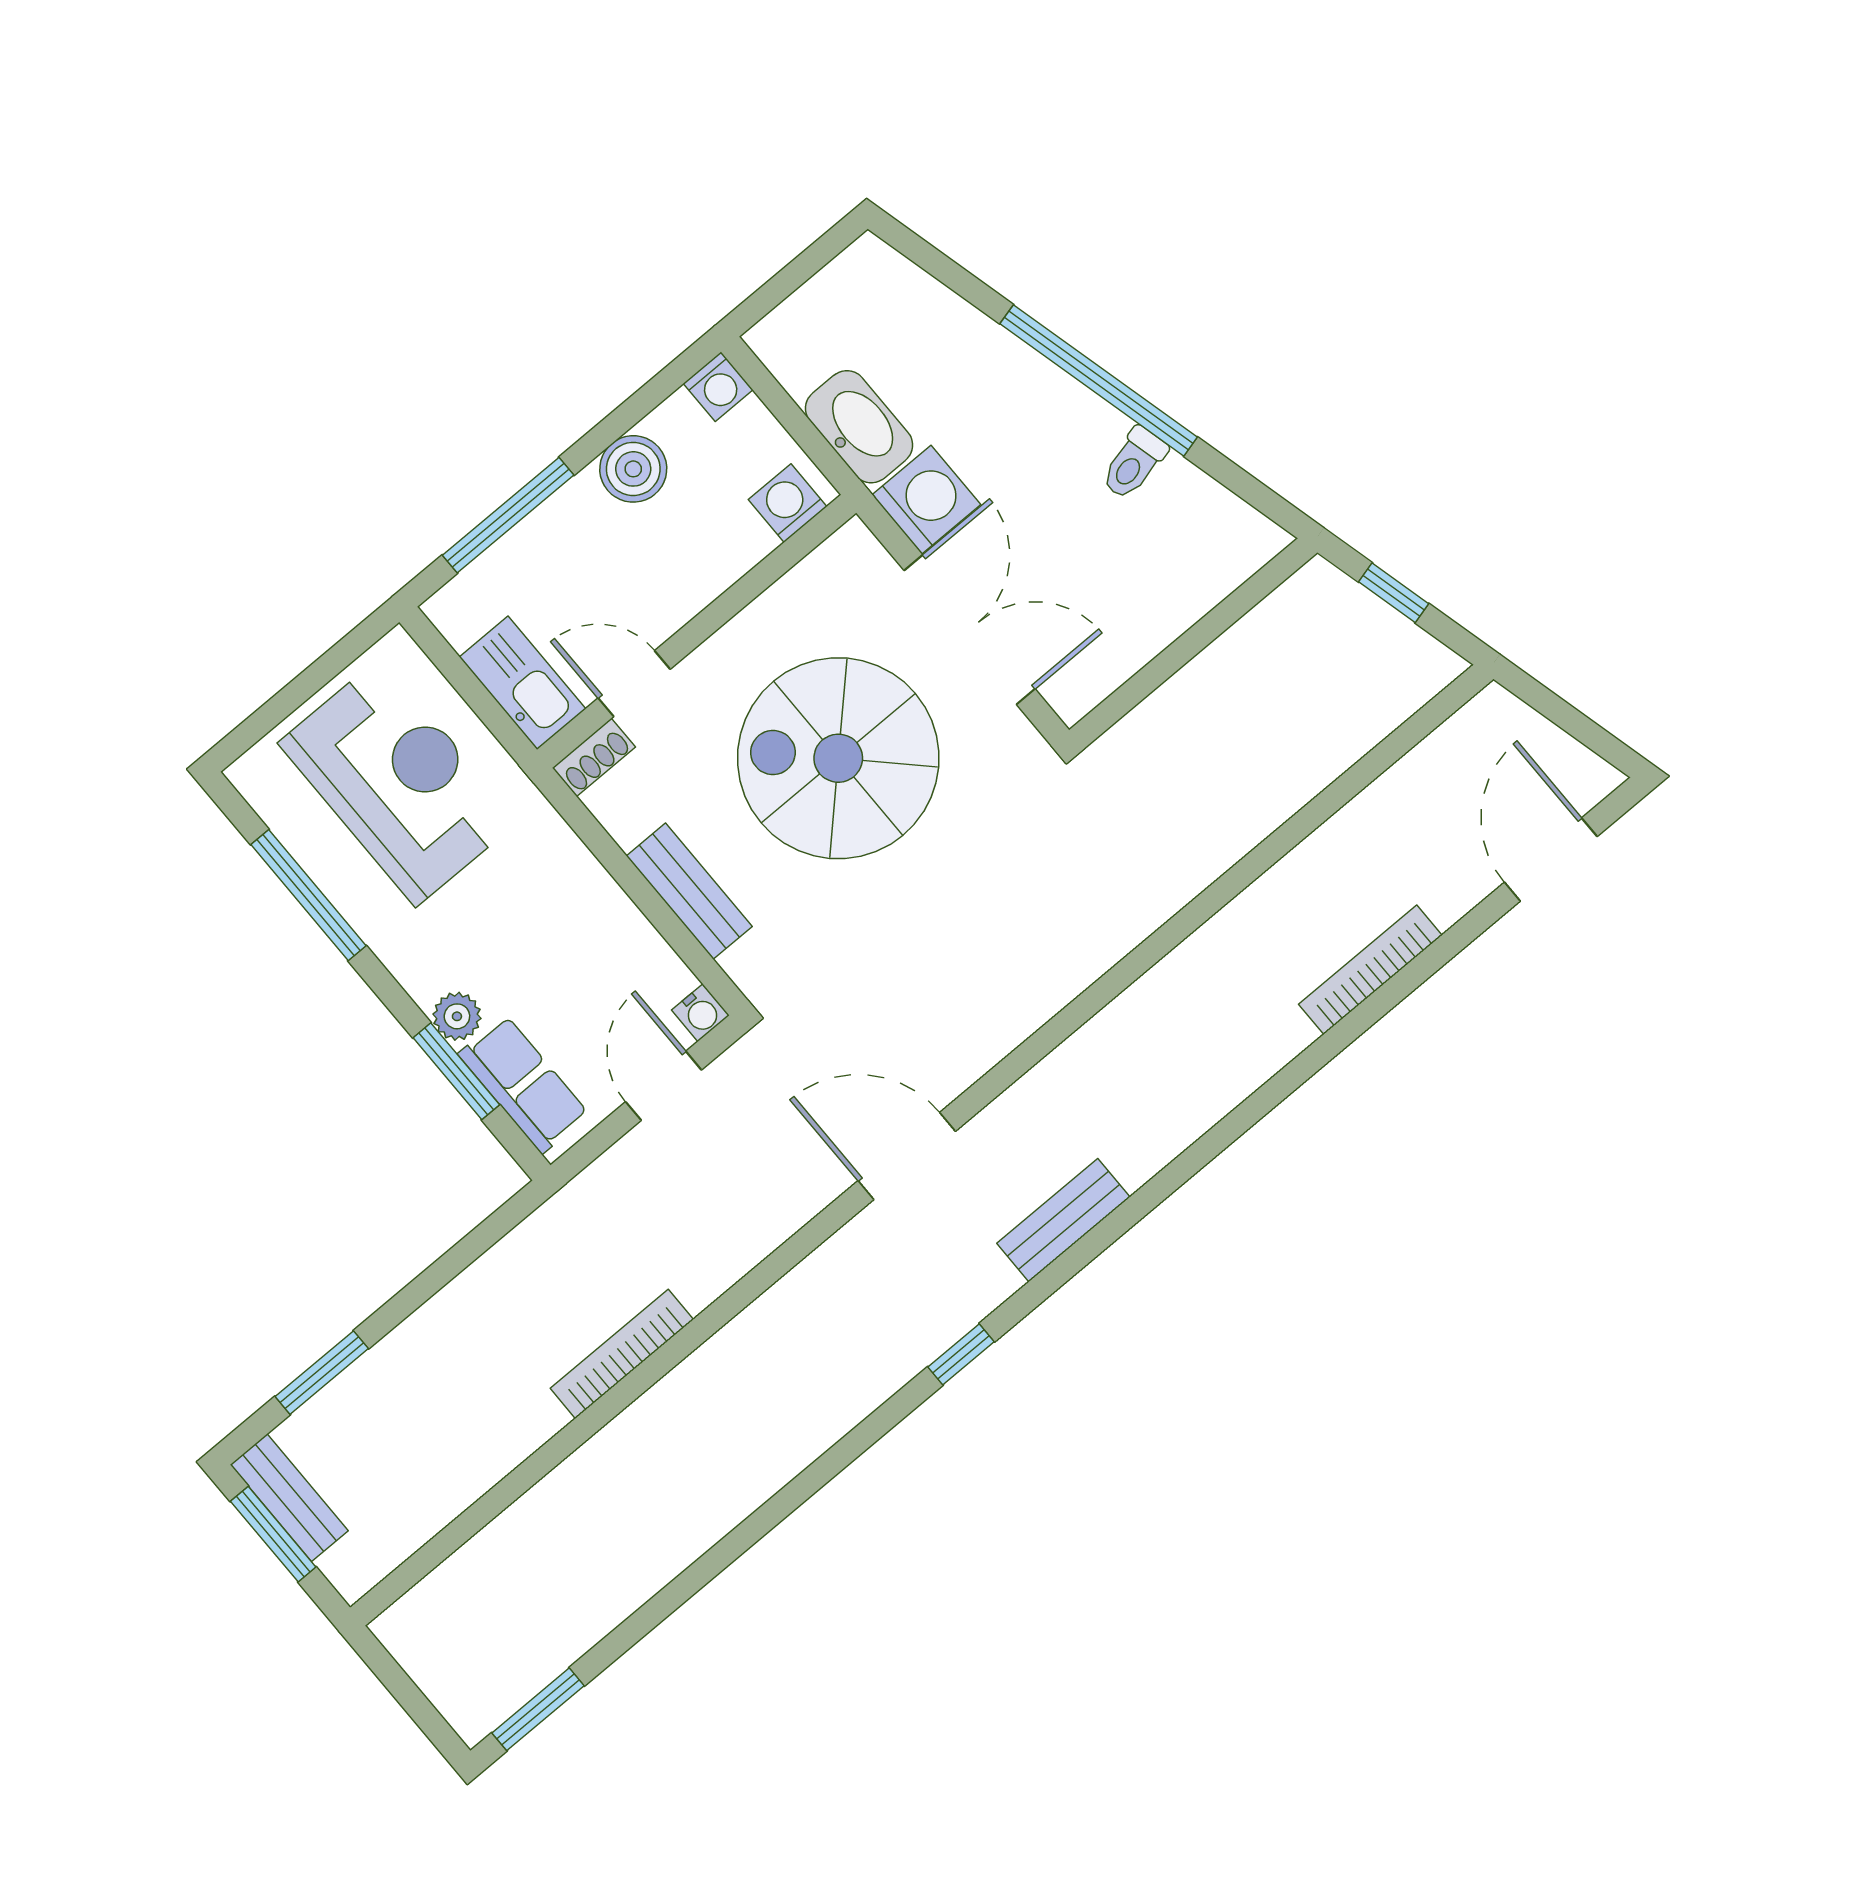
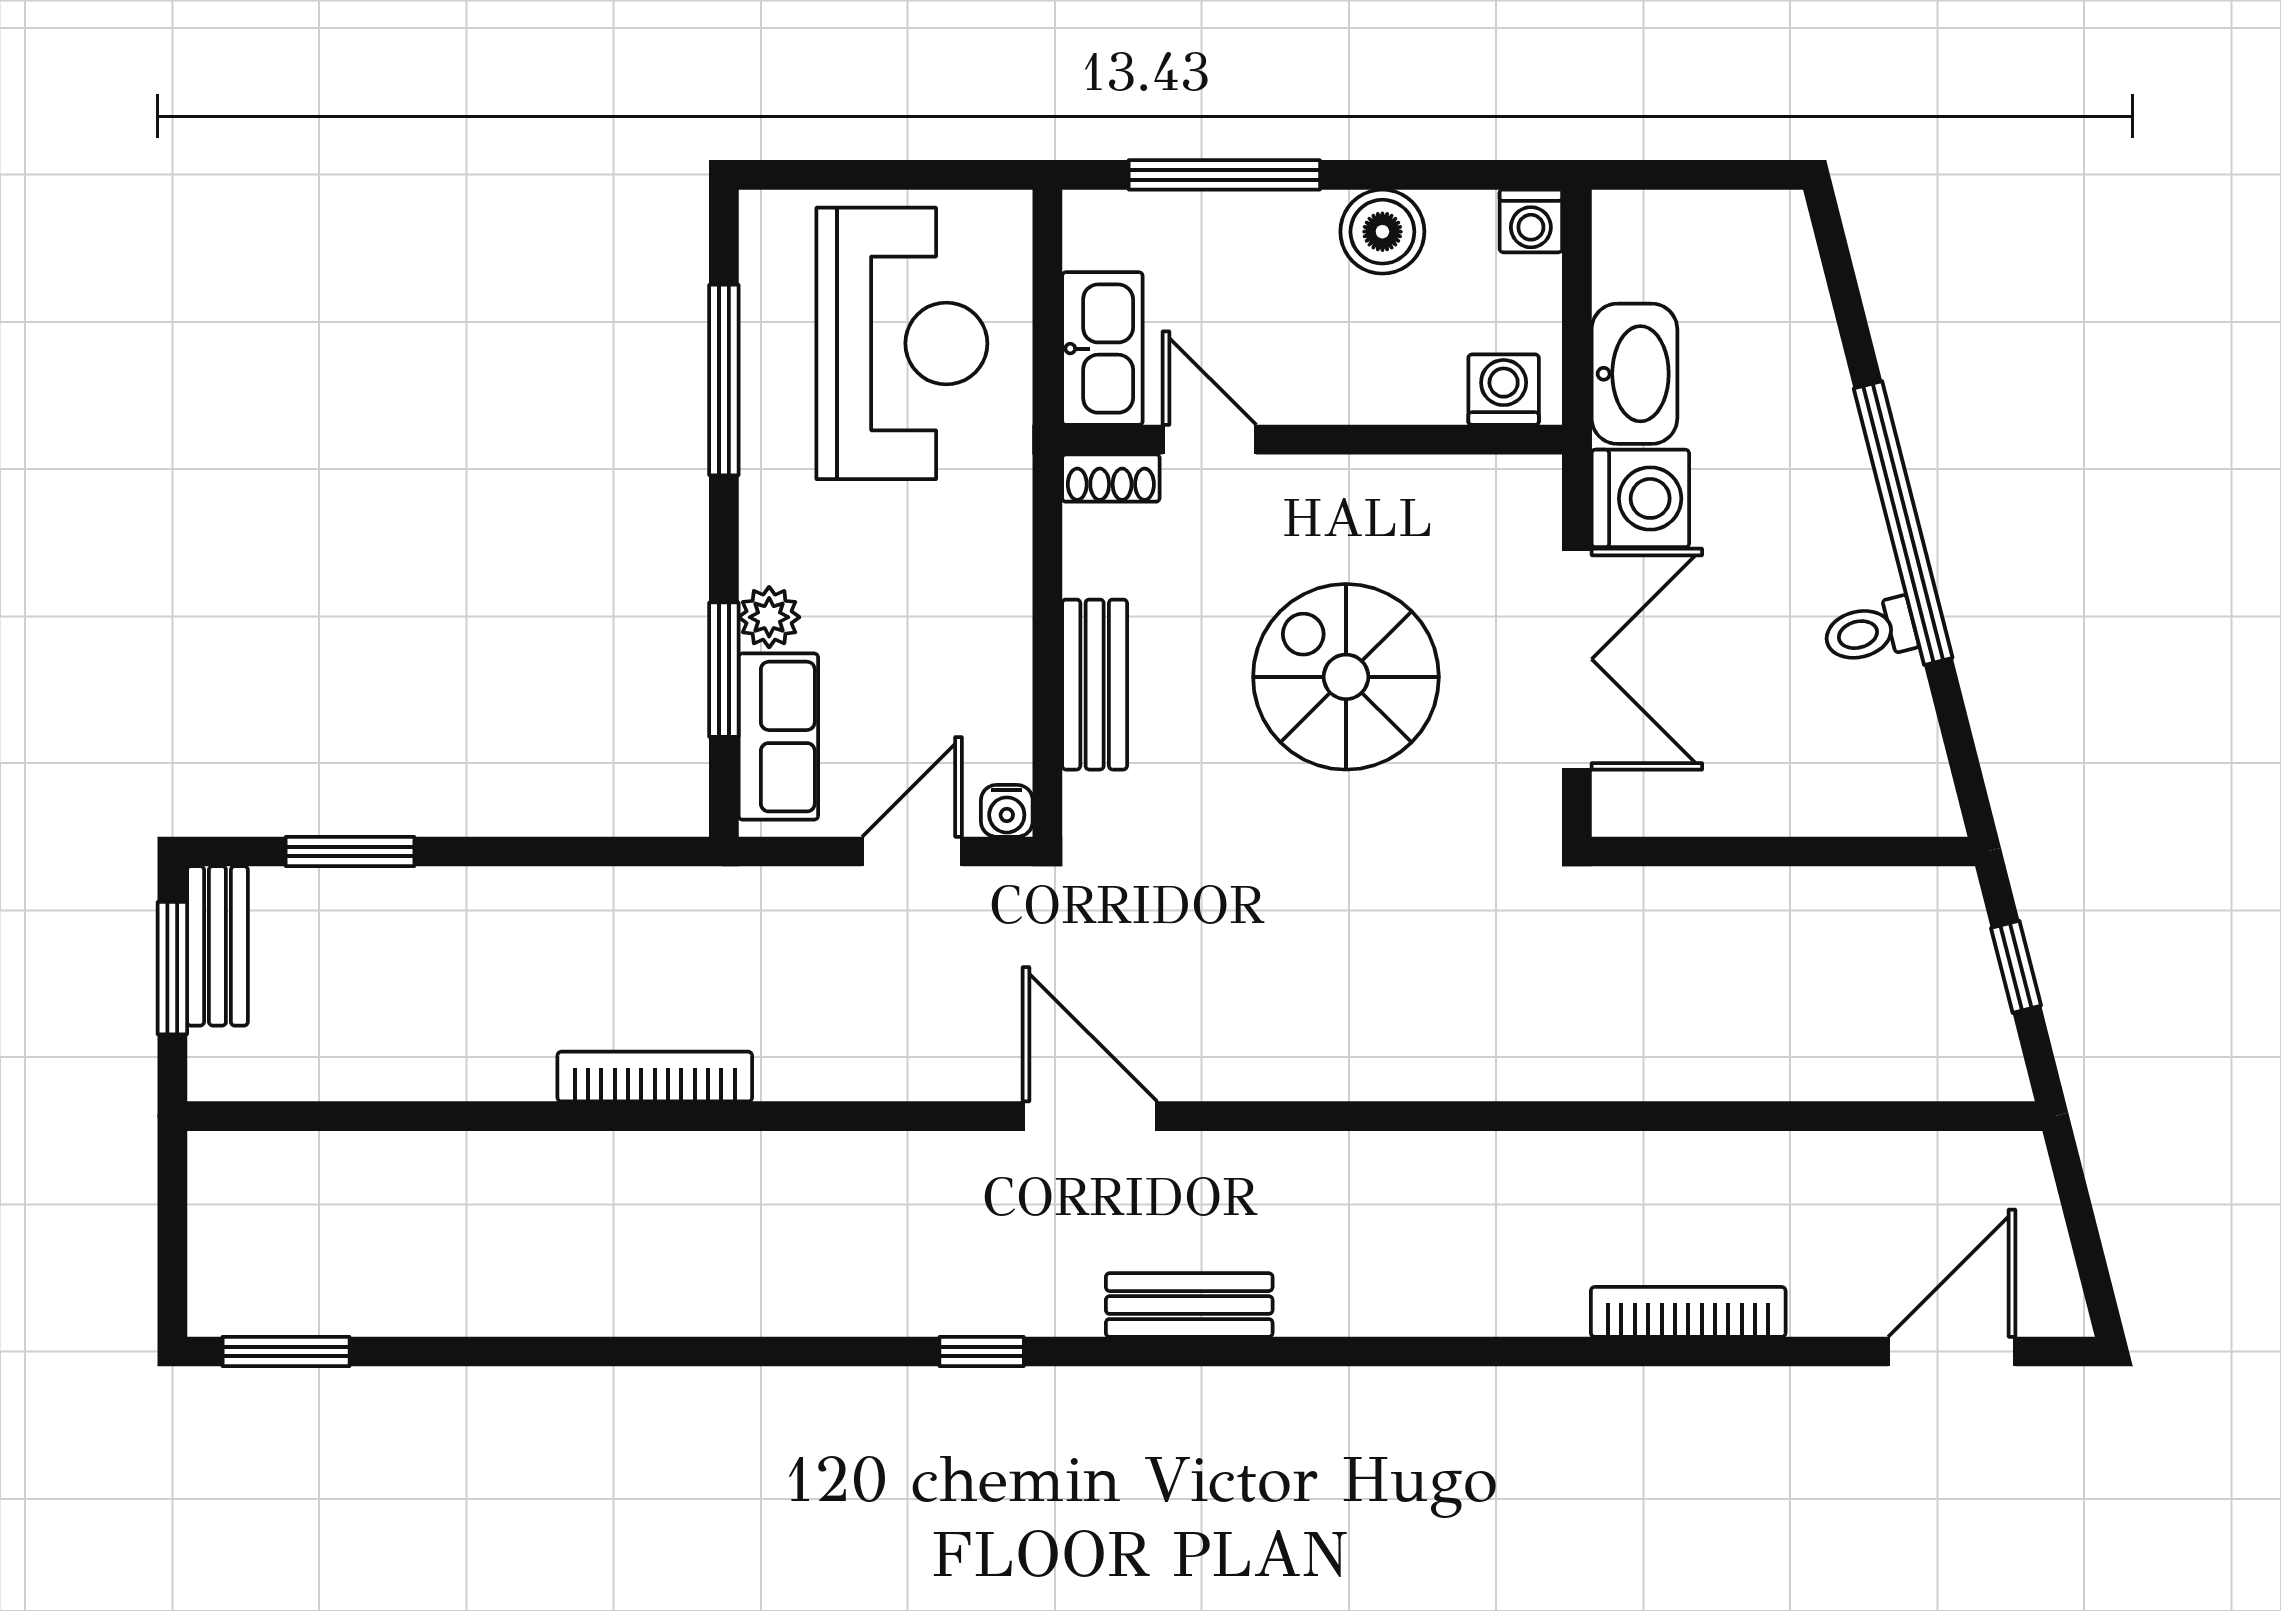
spiral stairs: (838, 758) -> (1346, 677), width x0.73, depth x0.73

